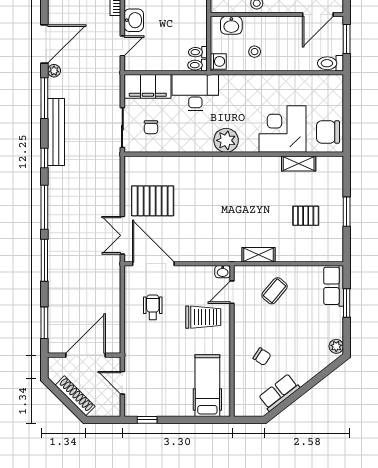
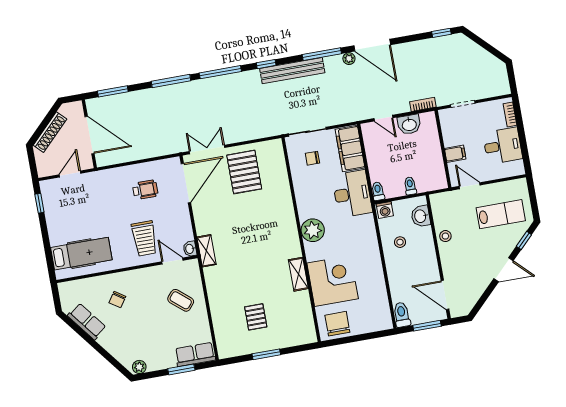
toilet: (198, 52) -> (410, 186), moved
shelving: (299, 163) -> (298, 274), moved
shelving: (259, 255) -> (206, 251), moved

